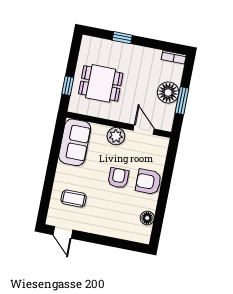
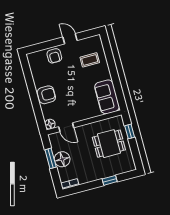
plant: (116, 136) -> (82, 114), removed
armchair: (118, 178) -> (54, 56), moved
floor lamp: (147, 218) -> (50, 124), moved
door: (63, 232) -> (70, 39), moved

